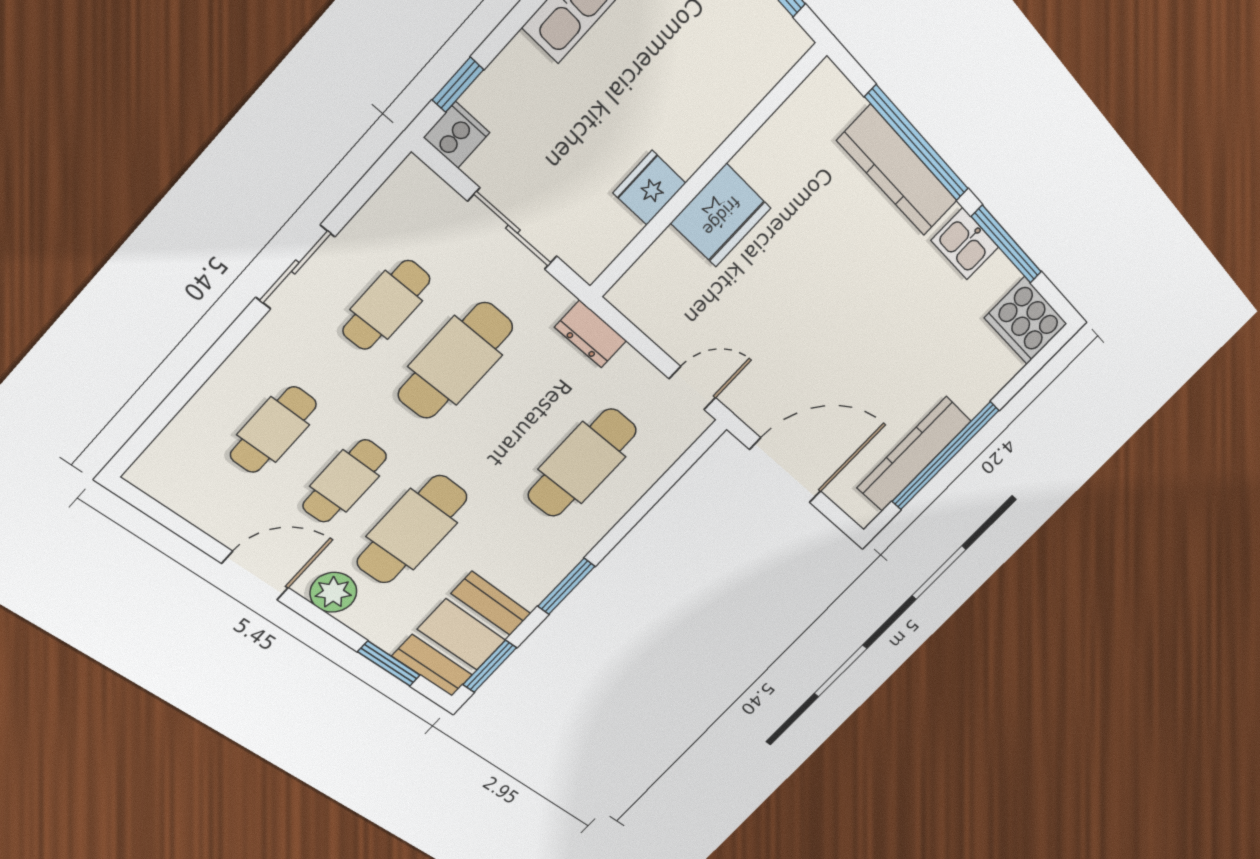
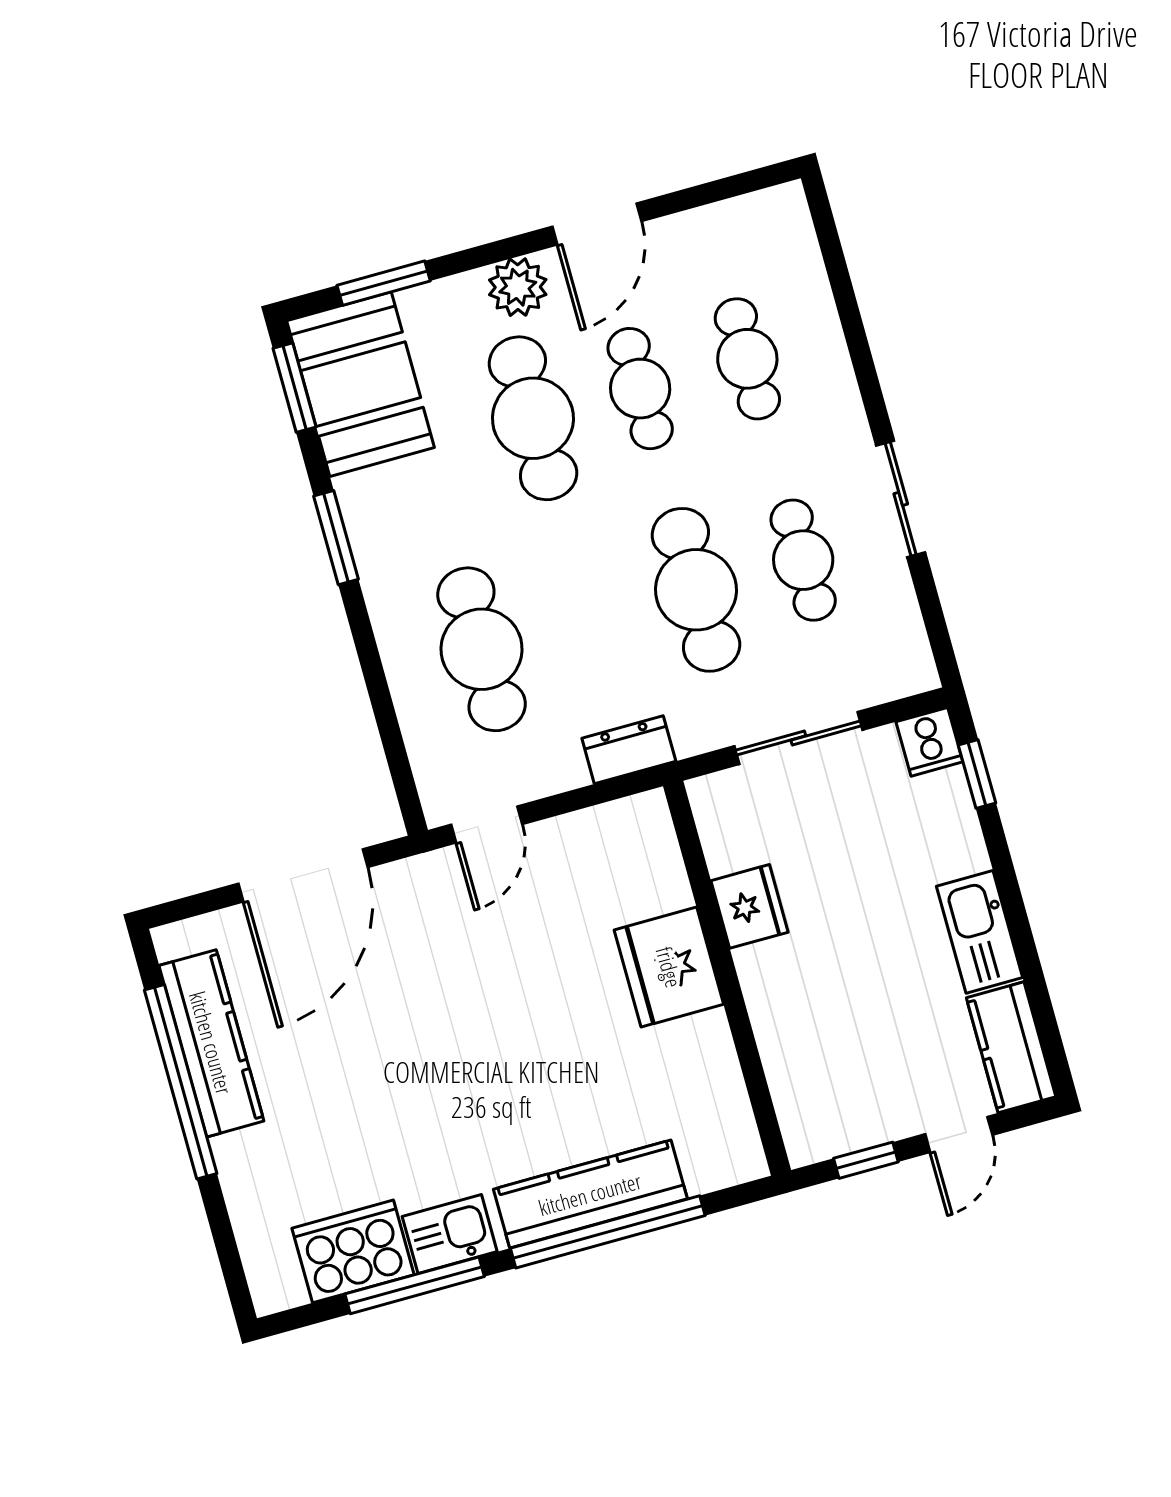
cooker: (1026, 321) -> (353, 1251), moved

